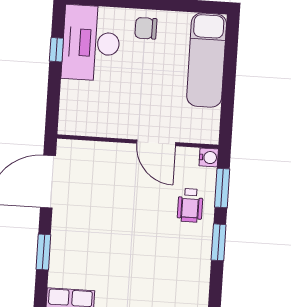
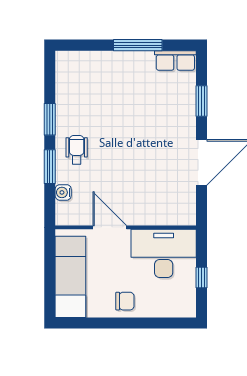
desk: (91, 43) -> (164, 253), moved, turned -90
wall: (138, 142) -> (126, 227), moved
door: (156, 143) -> (110, 227), moved

